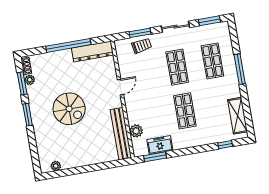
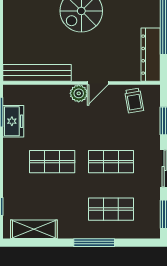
trolley: (142, 46) -> (134, 100), moved
door: (120, 87) -> (98, 83), hinge flipped
plant: (136, 131) -> (79, 93), moved

